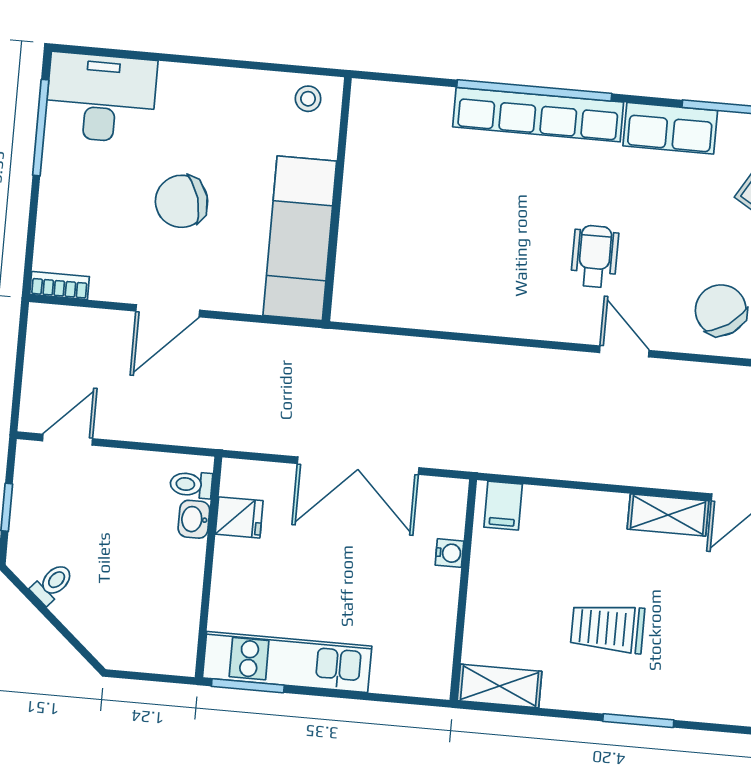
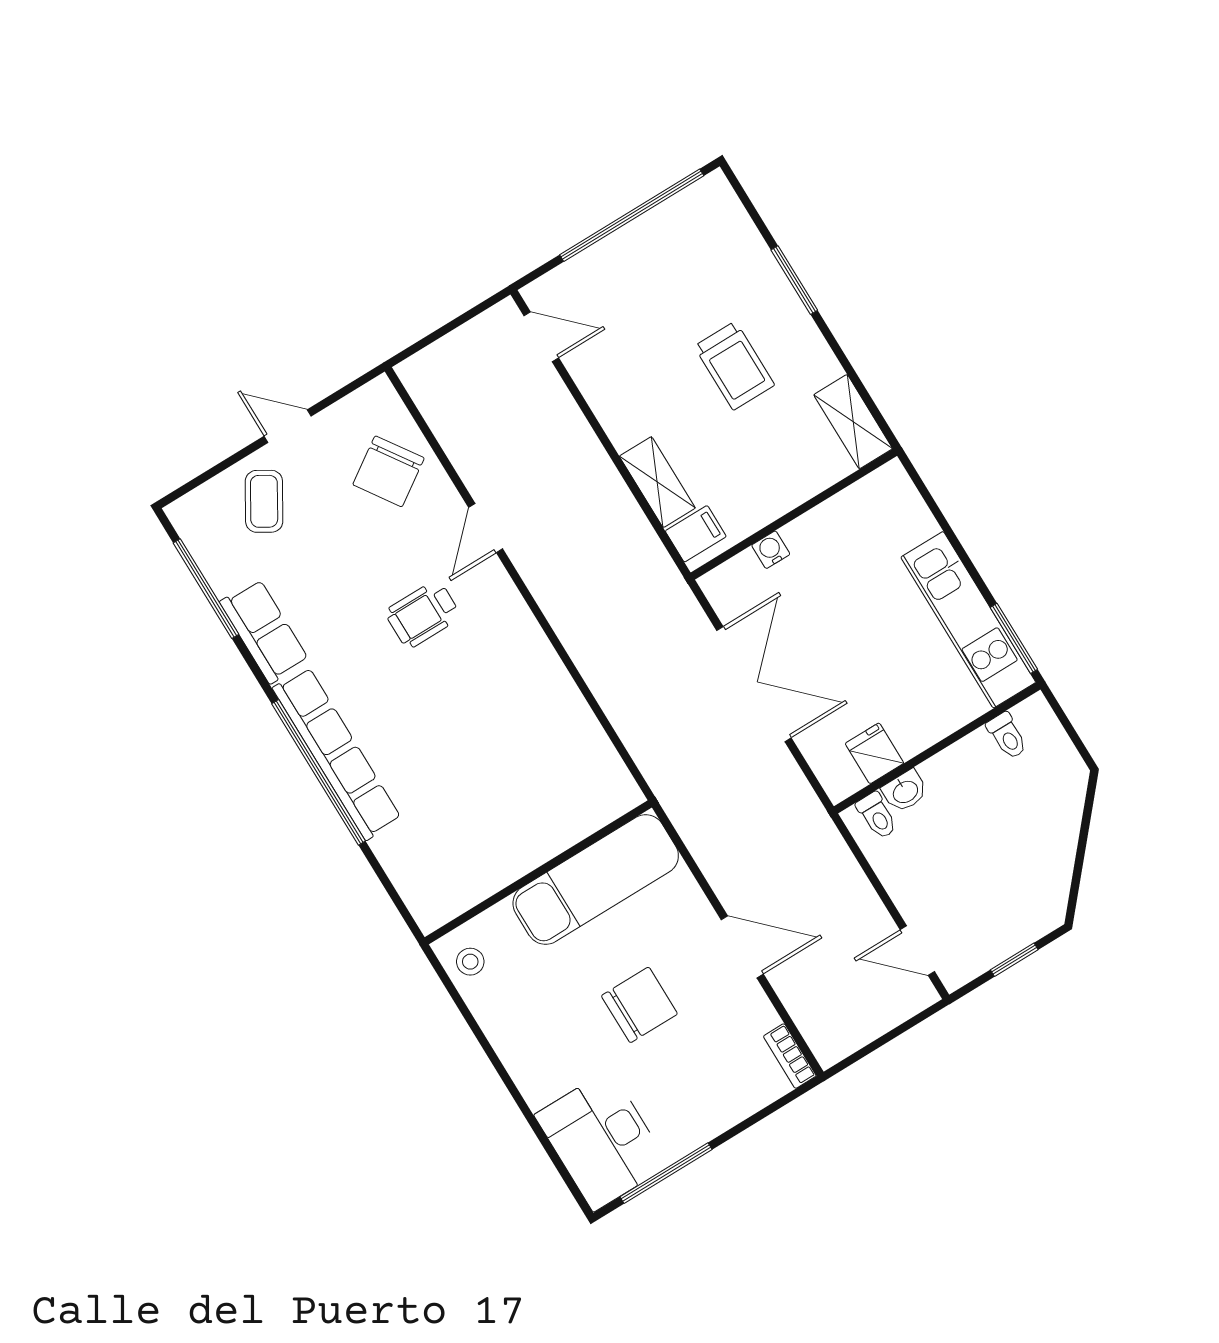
chair: (182, 201) -> (639, 1005), turned -74
shelving: (668, 515) -> (657, 482), moved
toilet: (52, 584) -> (1007, 736), moved, turned -131

